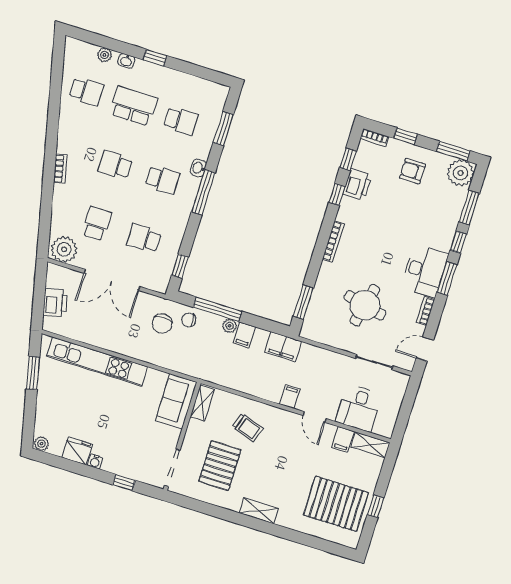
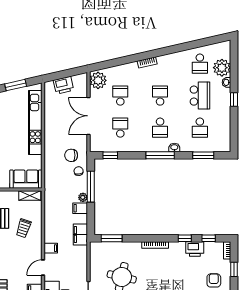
plant: (104, 55) -> (222, 68), width x1.87, depth x1.87
school desk: (97, 224) -> (120, 96), turned -90

